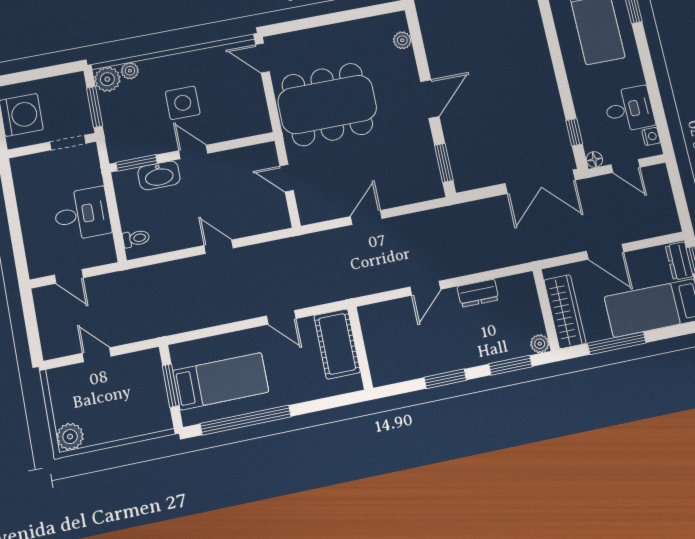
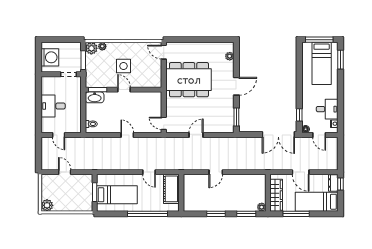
washbasin: (159, 175) -> (95, 97), moved
door: (287, 178) -> (164, 123), moved
desk: (82, 214) -> (53, 106), moved, turned 180
dresser: (478, 293) -> (239, 179), removed
window: (246, 420) -> (148, 214), moved

